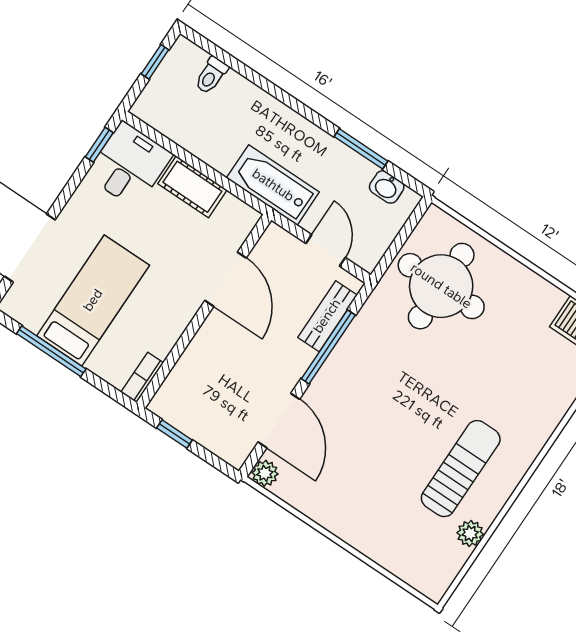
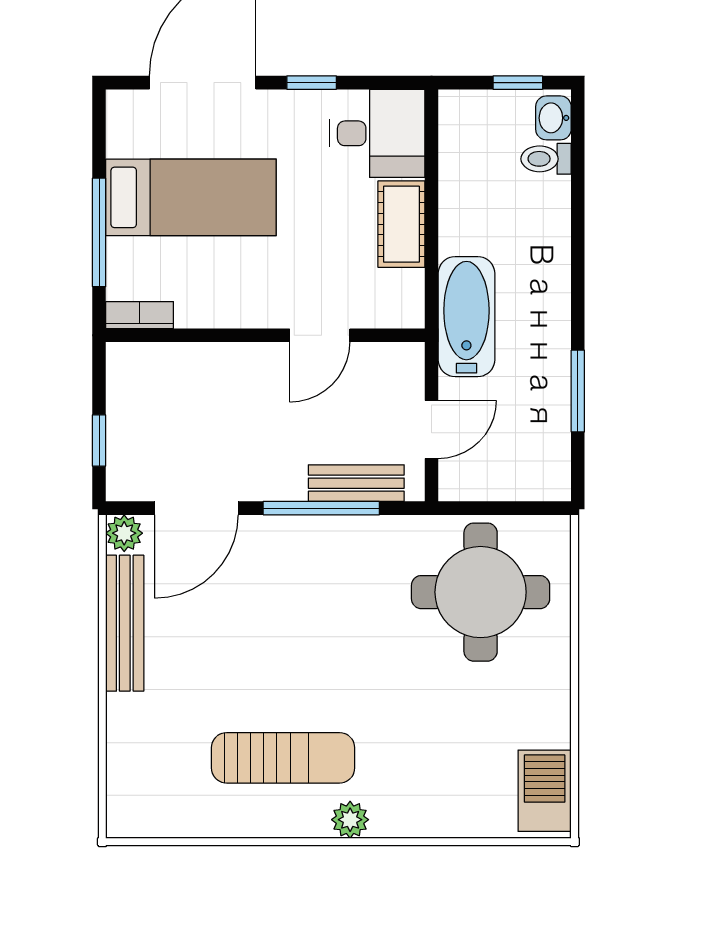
window: (99, 145) -> (312, 83), moved
washbasin: (387, 187) -> (553, 118), moved
door: (226, 279) -> (320, 335), width x0.73
window: (51, 351) -> (99, 232), moved
window: (174, 434) -> (99, 441), moved
bench: (318, 509) -> (125, 623), added
plant: (470, 533) -> (350, 820), moved

